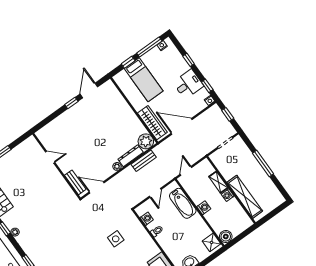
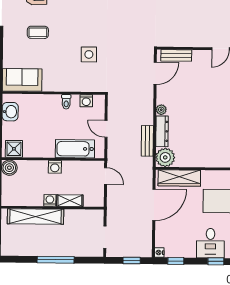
desk: (188, 84) -> (210, 243), moved

